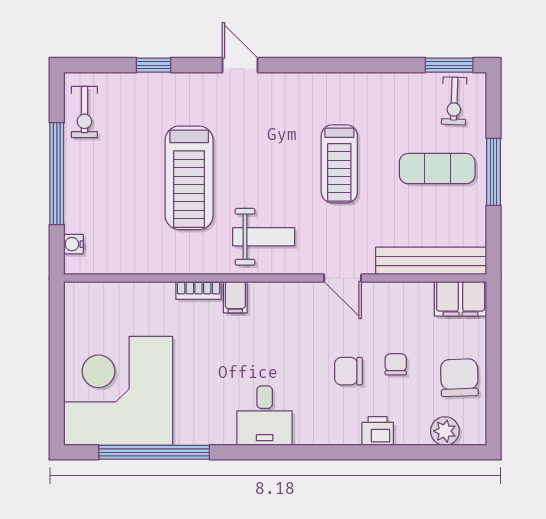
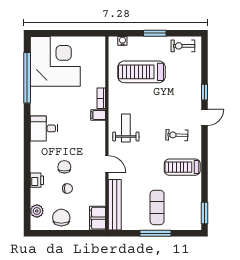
window: (153, 65) -> (204, 92), moved
exercise bike: (454, 101) -> (177, 135), moved
treadmill: (339, 164) -> (182, 167), moved
window: (57, 174) -> (155, 33), width x0.47
treadmill: (189, 178) -> (142, 72), moved
weight bench: (264, 237) -> (126, 128), turned 180
door: (343, 278) -> (107, 164), swing flipped
chair: (459, 378) -> (61, 218), turned -88

